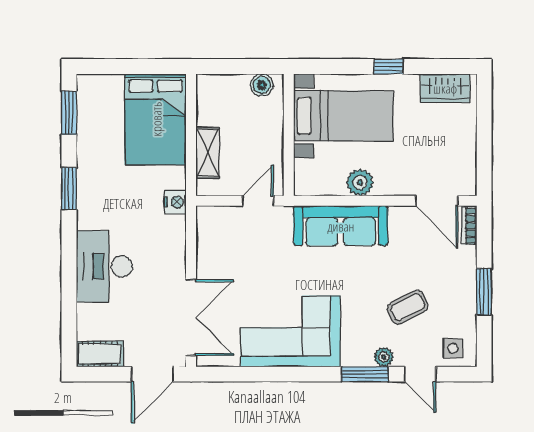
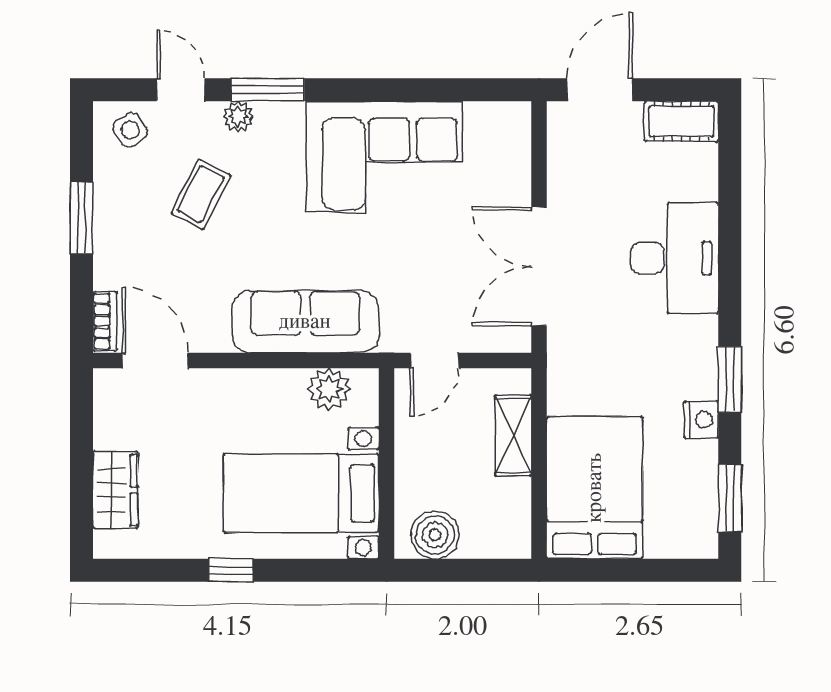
boiler: (262, 85) -> (435, 535), width x1.36, depth x1.36
wardrobe: (445, 88) -> (115, 490), moved, turned 90
plant: (360, 182) -> (329, 389), moved
nightstand: (175, 202) -> (701, 420), moved, turned 180
coffee table: (408, 307) -> (201, 194), turned -36
double door: (191, 317) -> (539, 266), moved
side table: (453, 348) -> (130, 130), turned -37

